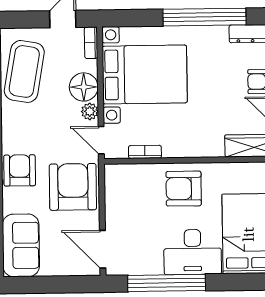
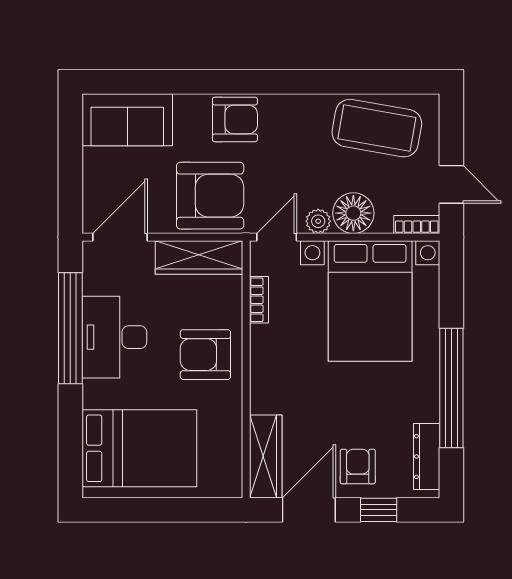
armchair: (184, 189) -> (205, 355), turned -90
wardrobe: (116, 194) -> (199, 257), added
desk: (193, 252) -> (114, 337), moved

